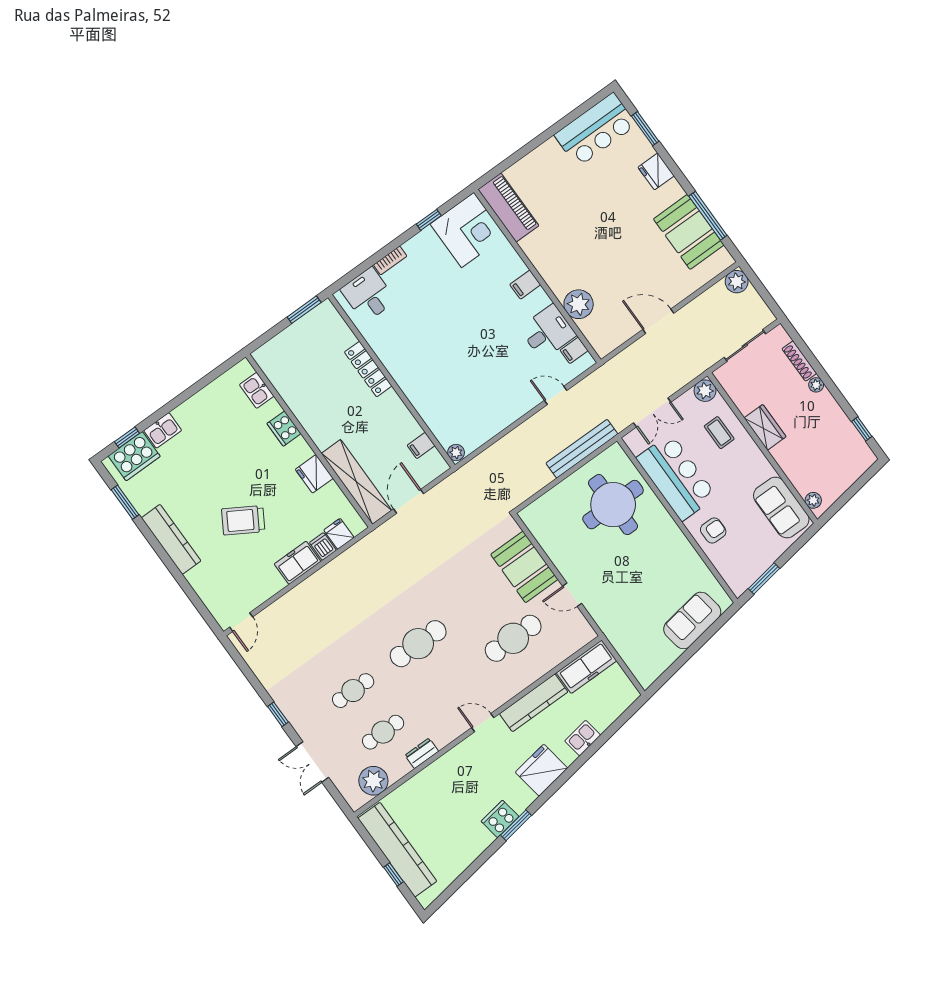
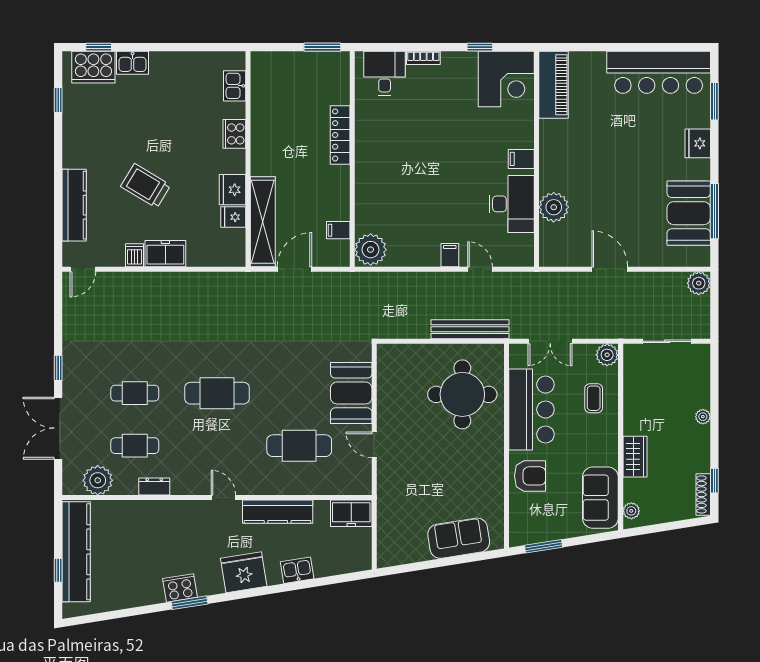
bar counter: (595, 130) -> (659, 72), width x1.36
desk: (548, 332) -> (512, 204), width x1.37
filing cabinet: (574, 350) -> (450, 255), moved, turned 90
shoe rack: (799, 361) -> (703, 494), moved
wardrobe: (765, 427) -> (635, 457), moved
plant: (456, 452) -> (371, 250), width x1.87, depth x1.87
window: (125, 502) -> (58, 100), width x0.67
armchair: (713, 531) -> (530, 476), width x1.38, depth x1.38
fridge: (339, 534) -> (233, 217), moved, turned -90
kitchen counter: (171, 539) -> (74, 205), moved
dishwasher: (323, 546) -> (135, 255), moved
freezer: (586, 667) -> (351, 513), width x0.71
double door: (312, 762) -> (58, 428), width x1.37

